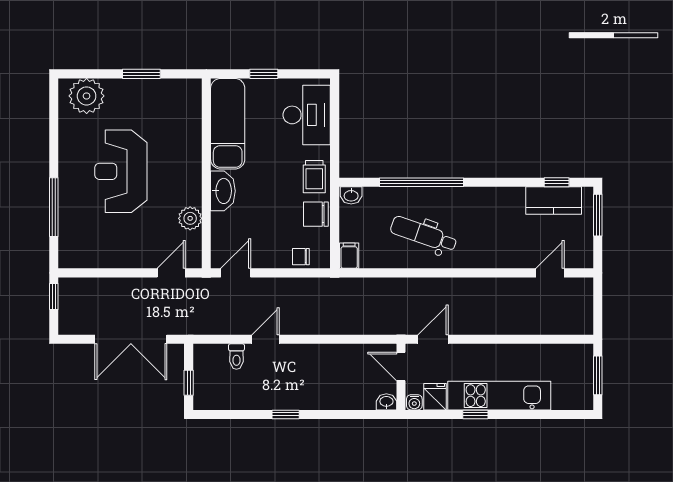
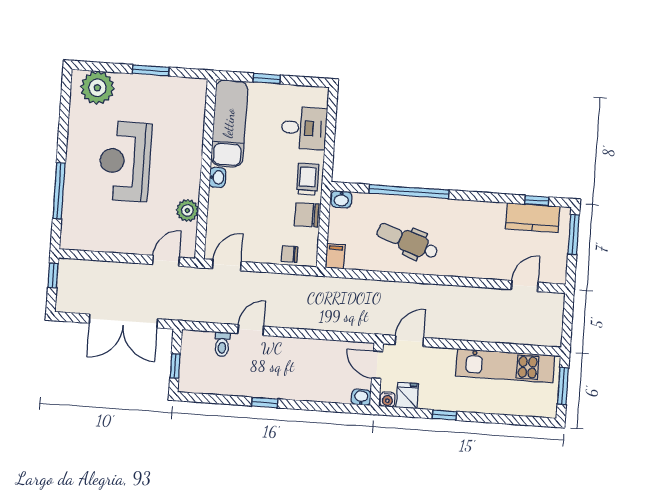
desk: (307, 115) -> (304, 128), width x0.73
trolley: (314, 177) -> (308, 179), turned 180
washbasin: (223, 191) -> (217, 177), width x0.52, depth x0.69
kitchen unit: (499, 396) -> (505, 366), moved, turned 180

